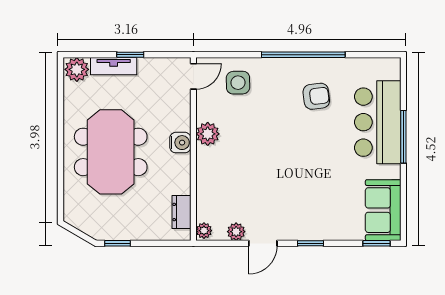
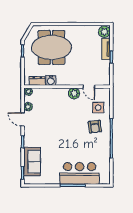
door: (193, 76) -> (89, 87), moved
armchair: (316, 96) -> (95, 127), moved
water cooler: (180, 143) -> (51, 80), moved
meeting table: (111, 152) -> (51, 47), moved
sofa: (383, 210) -> (32, 161), moved, turned 90

